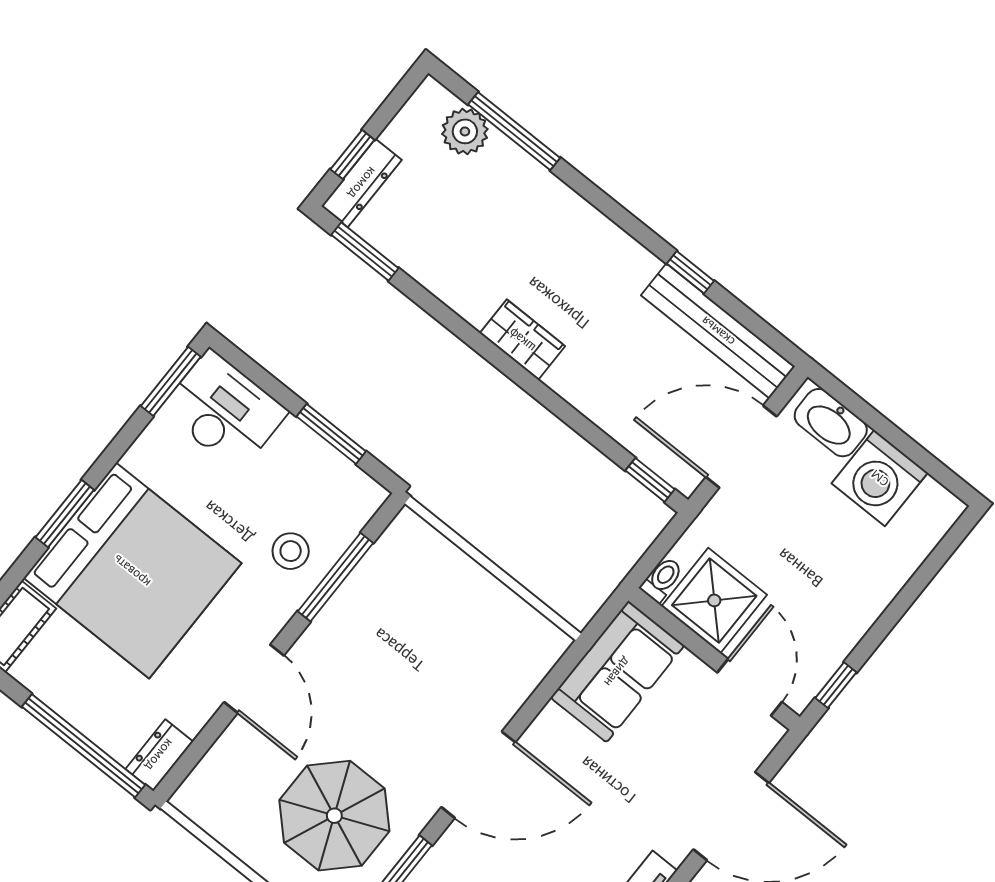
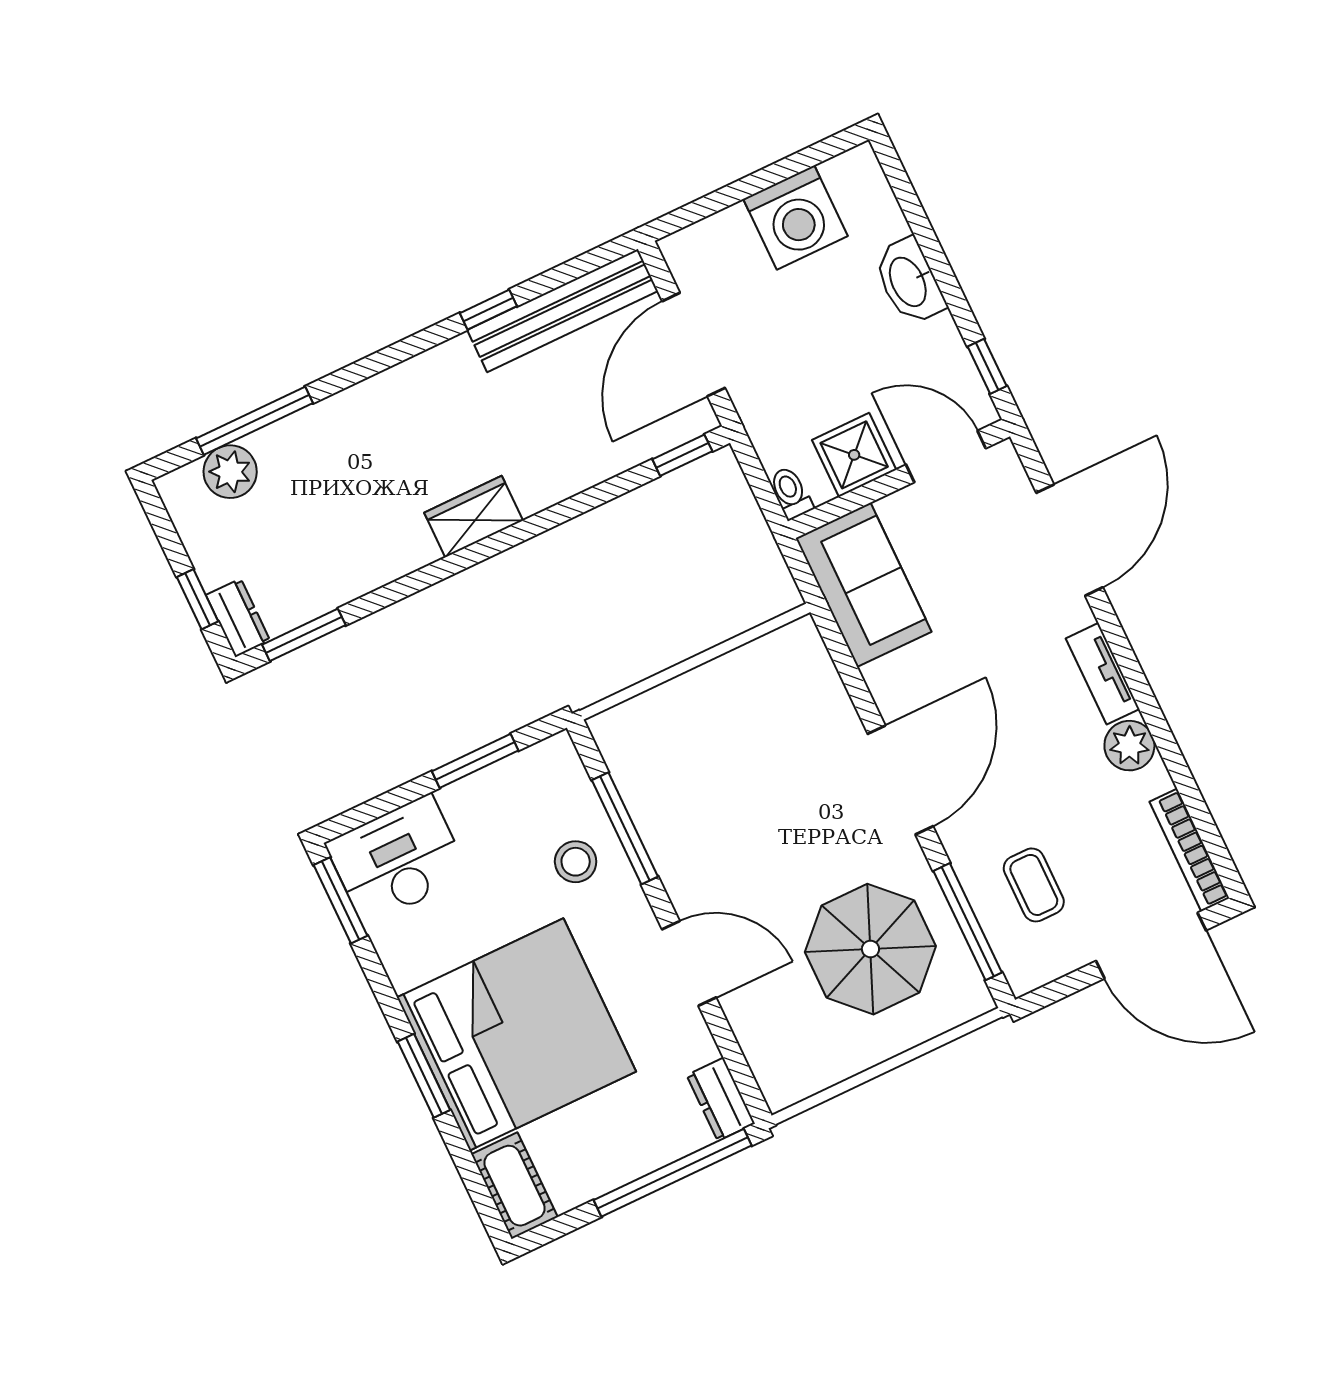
dresser: (362, 183) -> (238, 618), width x0.70
washbasin: (831, 423) -> (909, 281), moved, turned 90
shower: (714, 600) -> (854, 455), width x0.73, depth x0.73

